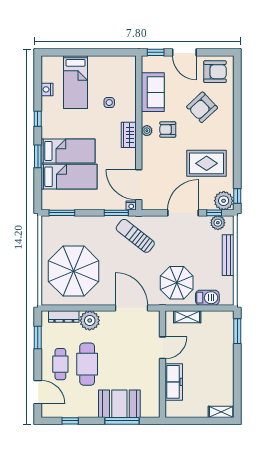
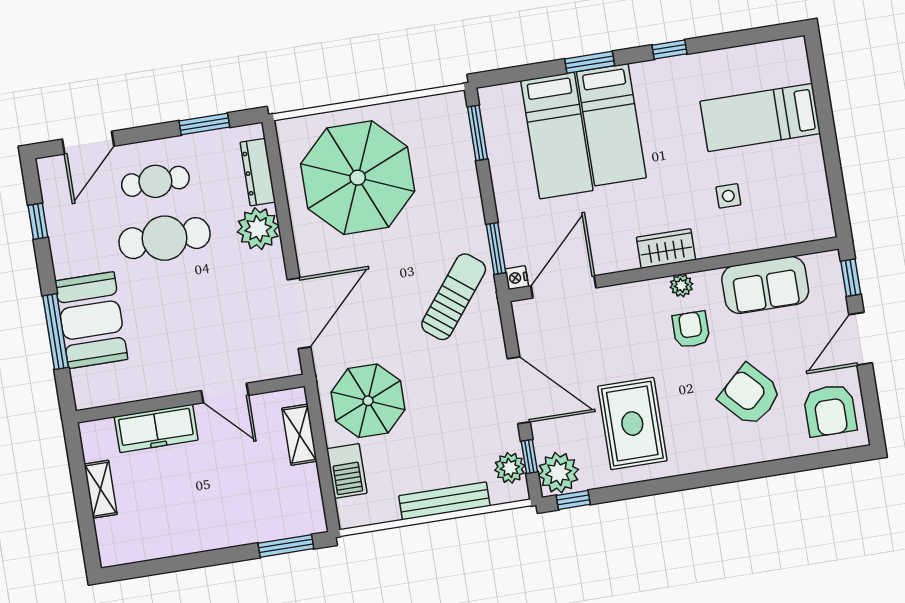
nightstand: (47, 89) -> (735, 59), removed
shelving: (221, 412) -> (101, 489), moved

